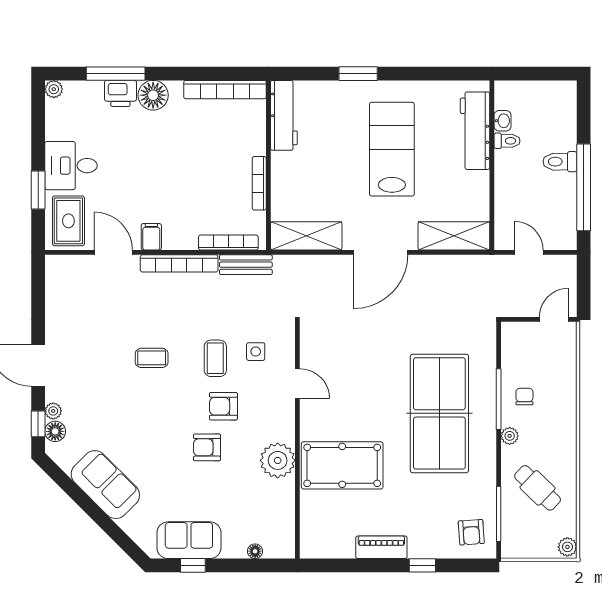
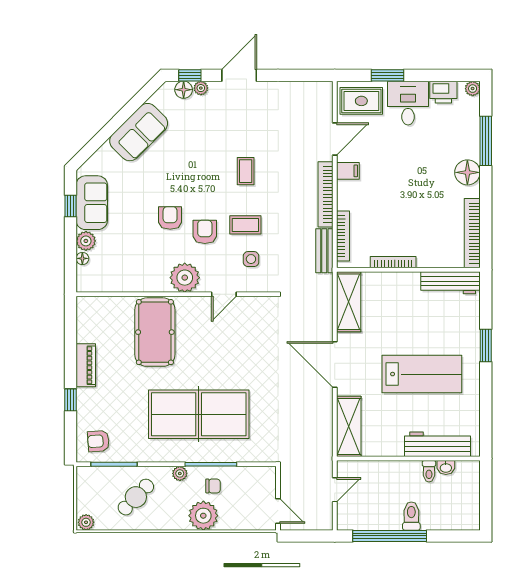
printer: (120, 93) -> (443, 92), moved, turned -90
plant: (560, 408) -> (203, 516), added
plant: (278, 460) -> (185, 278), moved
plant: (234, 547) -> (86, 241), added

